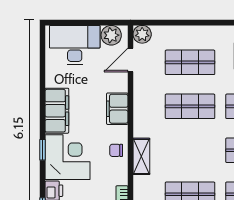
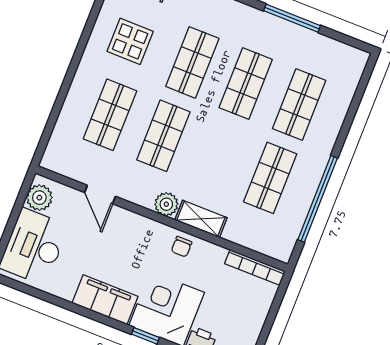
plant: (142, 34) -> (166, 204), moved
door: (130, 60) -> (100, 194), moved
filing cabinet: (117, 109) -> (132, 225), removed

